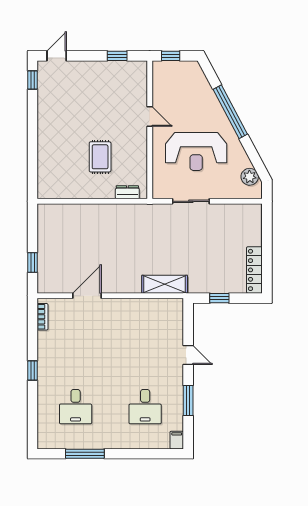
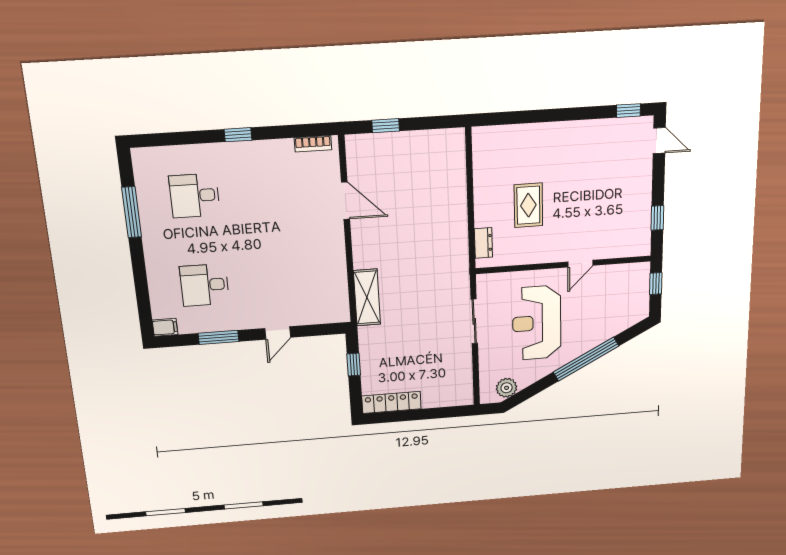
rug: (100, 157) -> (528, 205), turned 90

